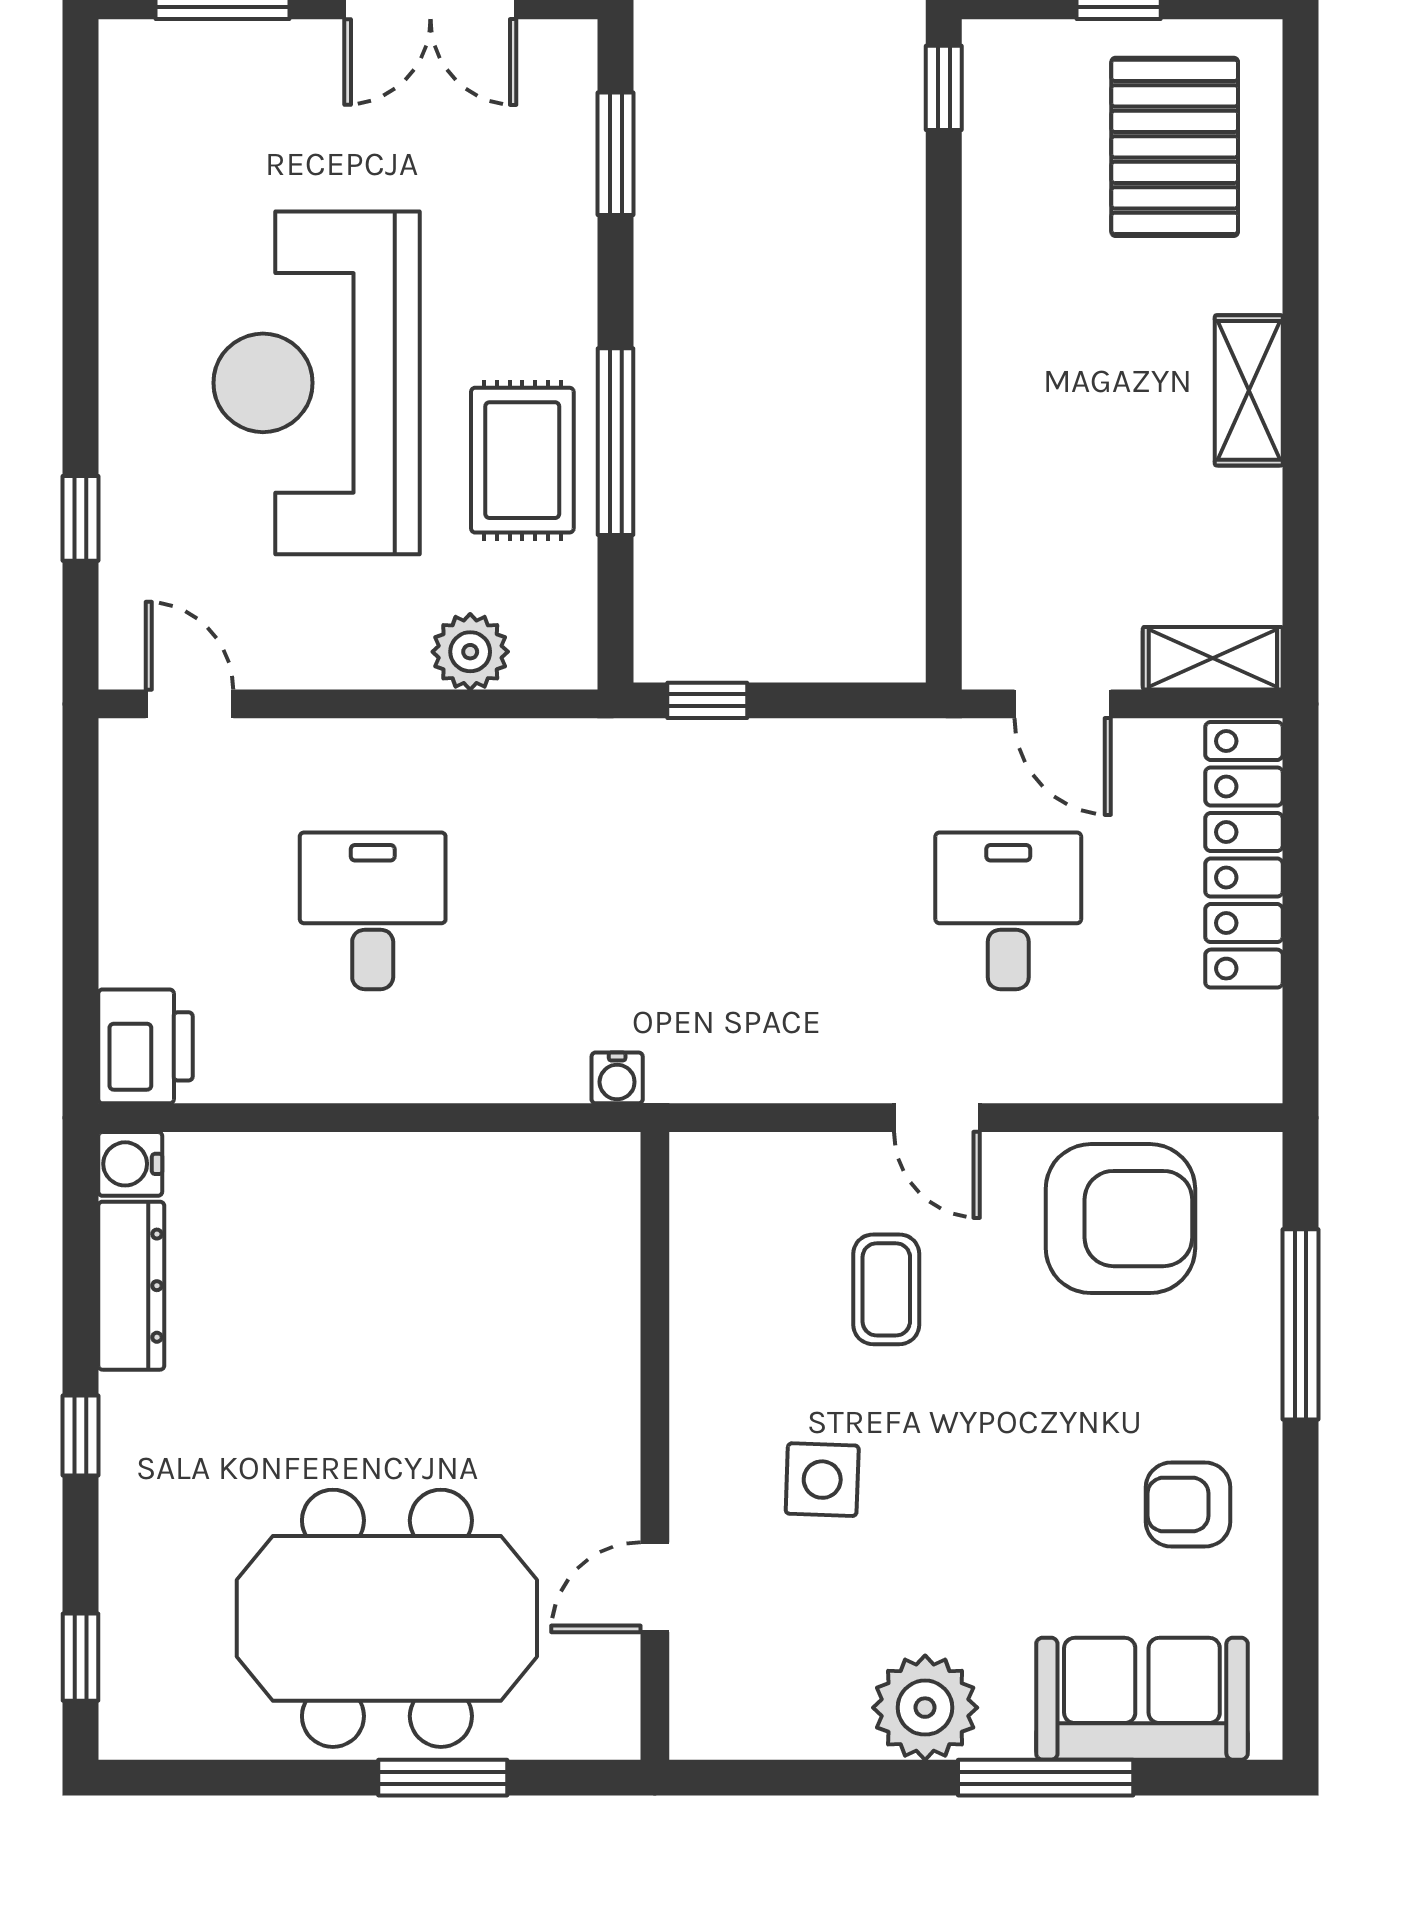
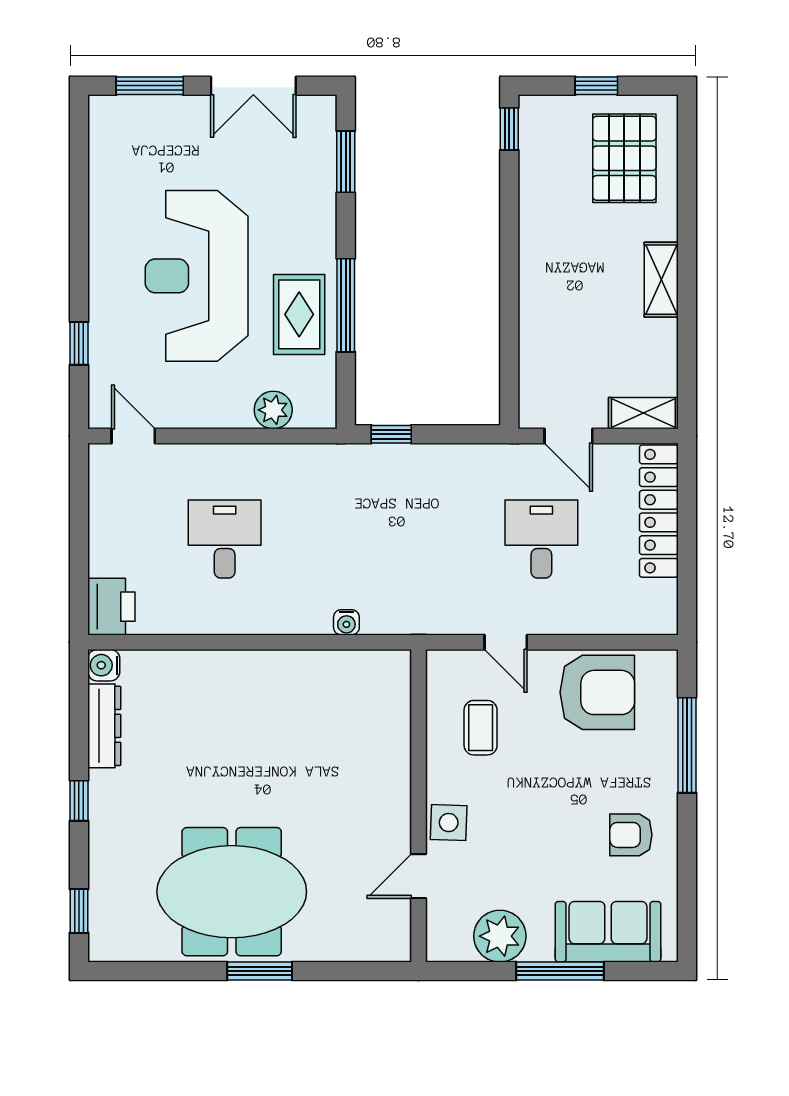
wall: (655, 1446) -> (419, 806), moved
door: (655, 1587) -> (419, 876), moved

